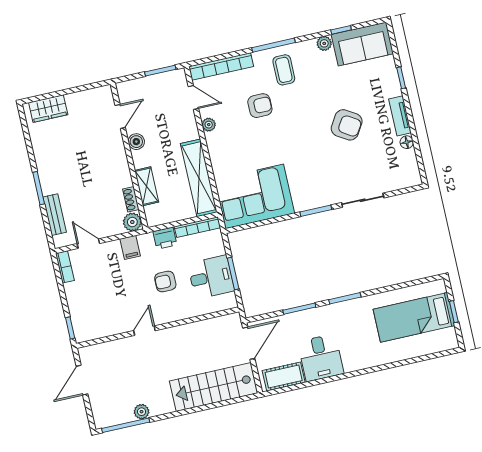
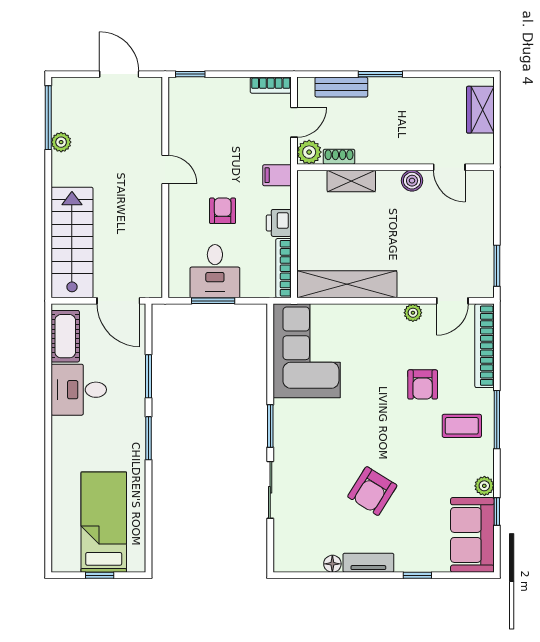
door: (120, 116) -> (449, 167), moved
boiler: (136, 142) -> (412, 181), moved
wall: (129, 156) -> (395, 167), moved
shelving: (147, 186) -> (351, 181), moved
shoe rack: (131, 199) -> (339, 157), moved
plant: (132, 222) -> (309, 152), moved

